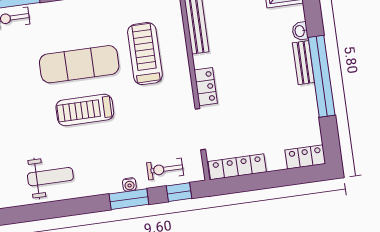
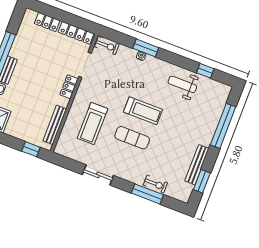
exercise mat: (79, 64) -> (132, 138), width x0.73, depth x0.69
locker: (305, 157) -> (47, 22), moved
exercise bike: (165, 169) -> (107, 46), moved
window: (179, 192) -> (205, 71), moved

